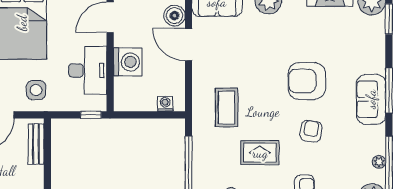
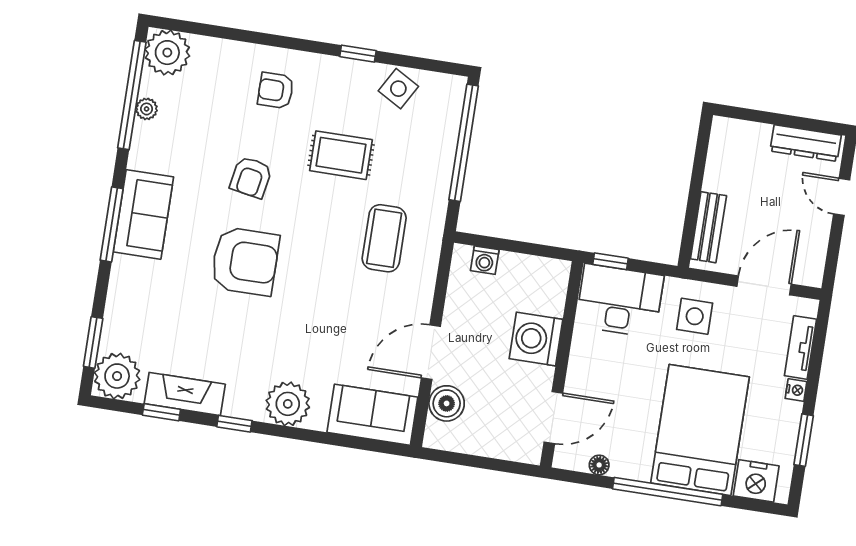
door: (188, 45) -> (431, 352), swing flipped
desk: (88, 70) -> (620, 301), moved, turned 90

